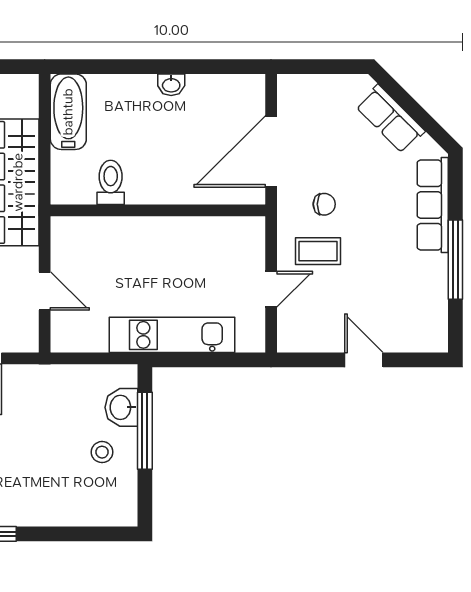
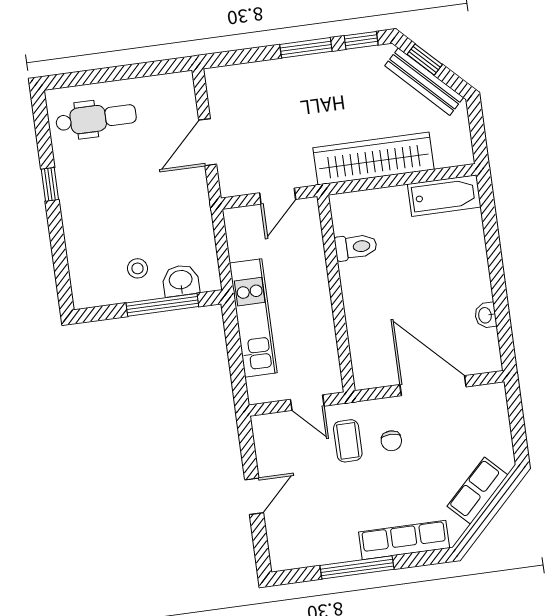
washbasin: (171, 85) -> (486, 315), moved
toilet: (111, 182) -> (356, 247), moved
wall: (158, 210) -> (336, 293), moved

